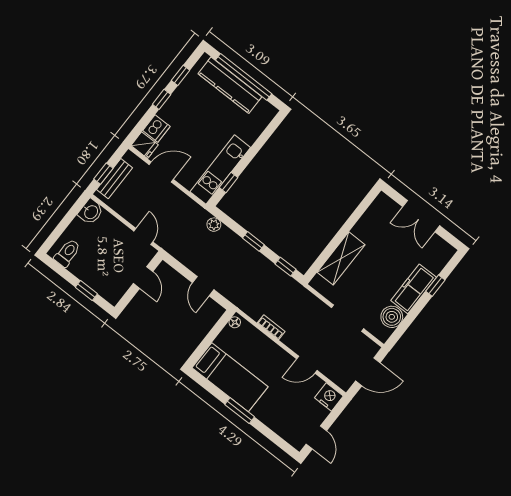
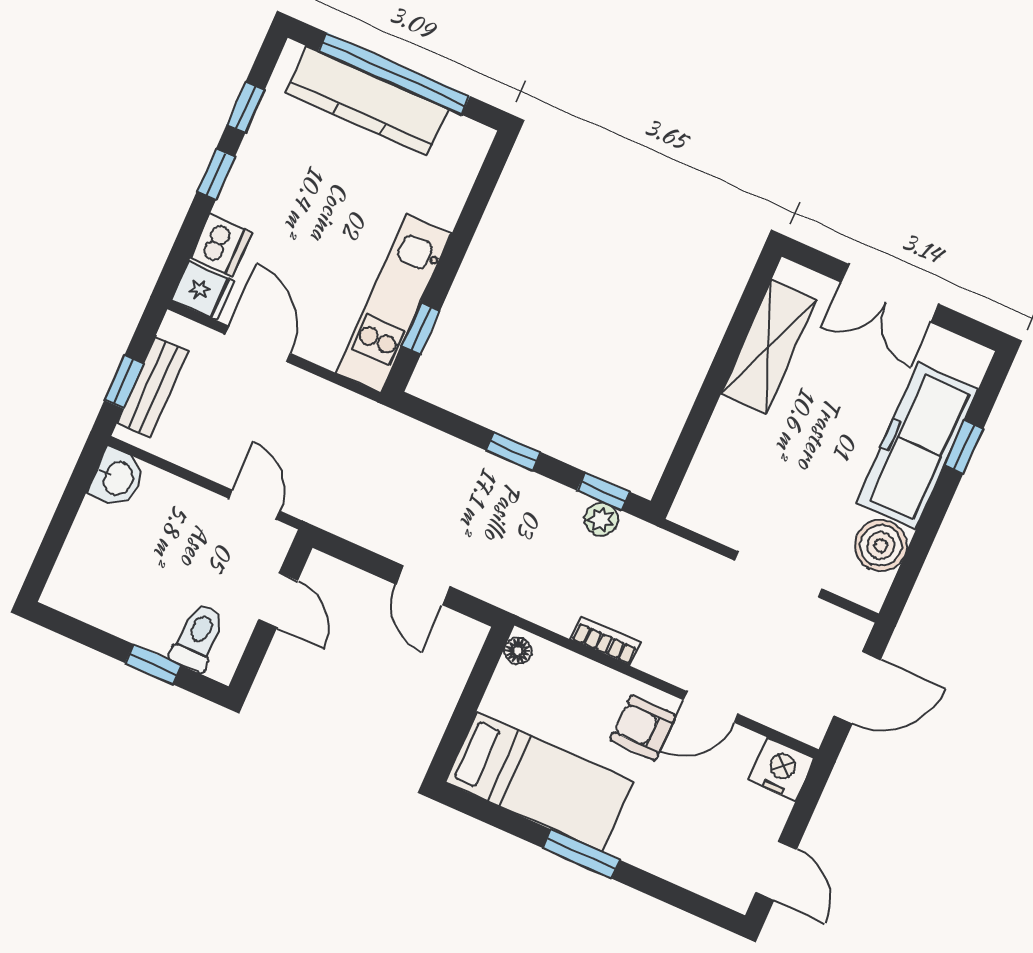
door: (161, 172) -> (258, 344), hinge flipped
plant: (214, 225) -> (601, 519), moved
toilet: (67, 253) -> (198, 637), moved
shelving: (341, 258) -> (769, 347), moved
freezer: (414, 289) -> (917, 446), width x1.36, depth x1.26
armchair: (277, 366) -> (643, 728), added

